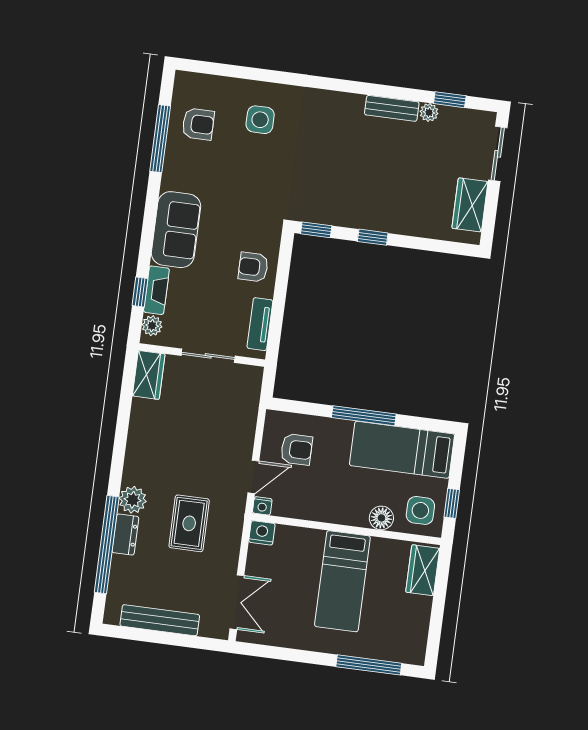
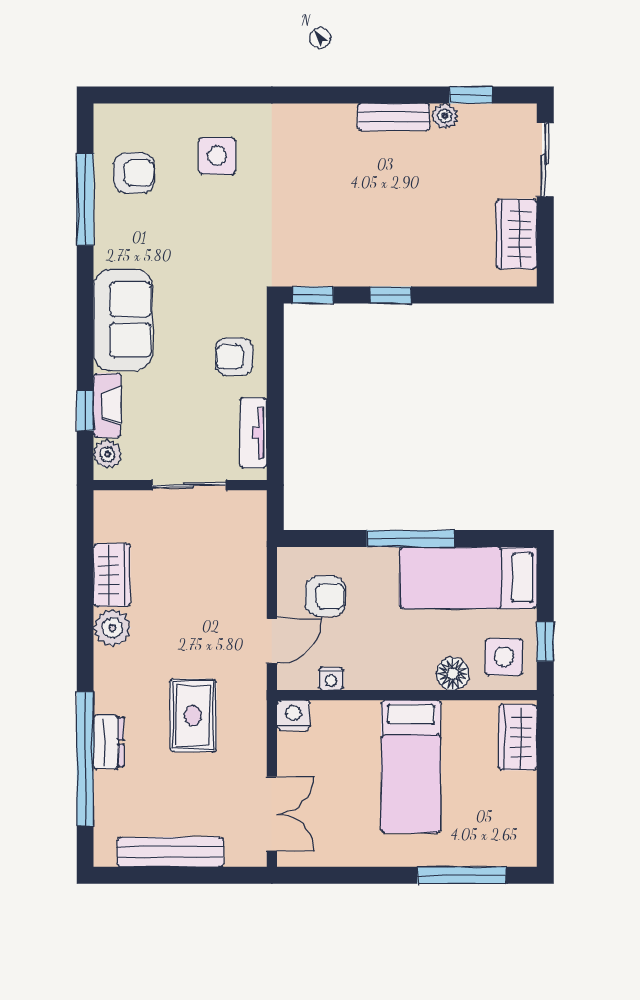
wardrobe: (149, 375) -> (112, 575), moved
plant: (133, 500) -> (112, 628), moved
nightstand: (262, 506) -> (331, 679), moved

